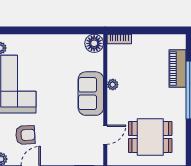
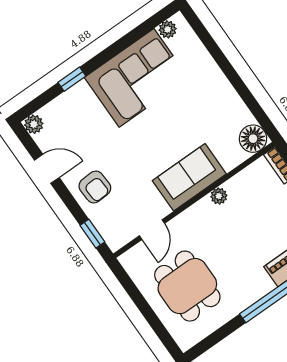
armchair: (25, 135) -> (95, 187), moved
door: (105, 135) -> (152, 230), hinge flipped

